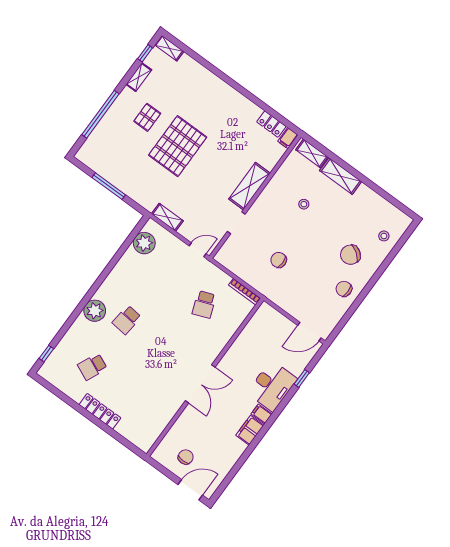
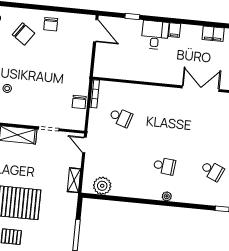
chair: (279, 260) -> (79, 102), moved
school desk: (204, 304) -> (121, 117), turned 39
plant: (95, 311) -> (167, 196), width x0.53, depth x0.53
double door: (200, 384) -> (201, 89), moved
desk: (272, 386) -> (155, 35), width x0.73
filing cabinet: (250, 430) -> (213, 34), moved

